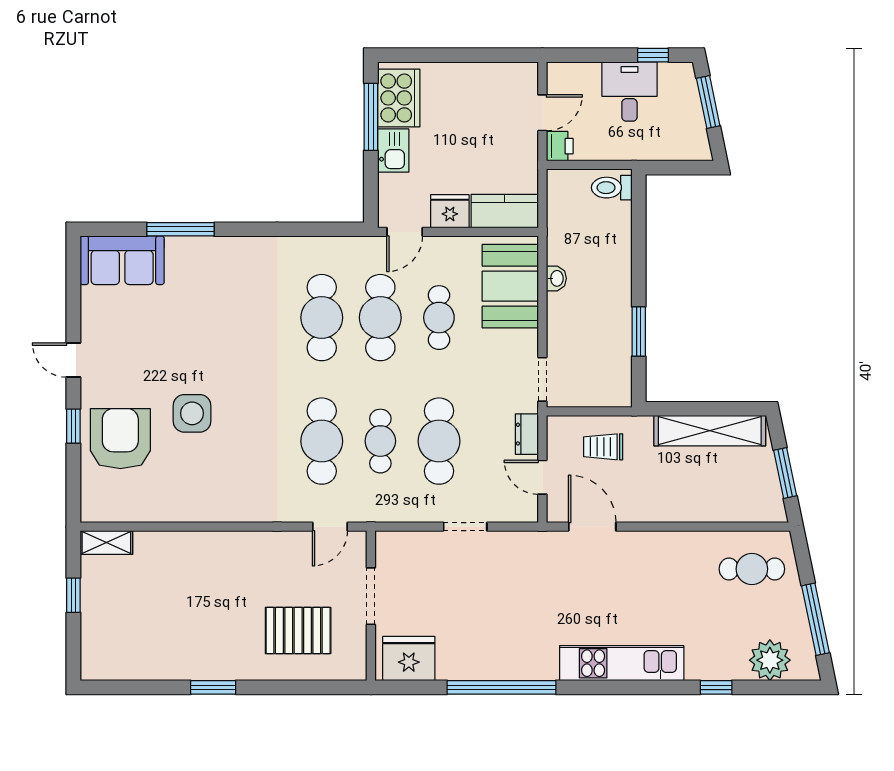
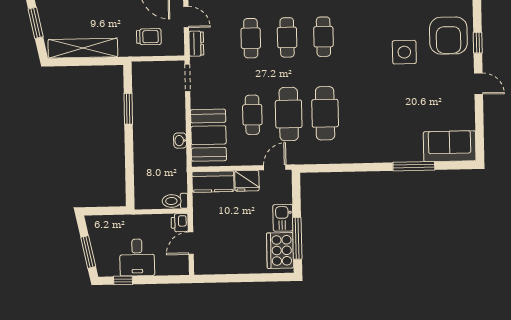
toilet: (612, 188) -> (175, 201), moved, turned 180
cafe table: (322, 441) -> (323, 37), width x0.73, depth x0.74
cafe table: (439, 441) -> (251, 38), width x0.73, depth x0.74

